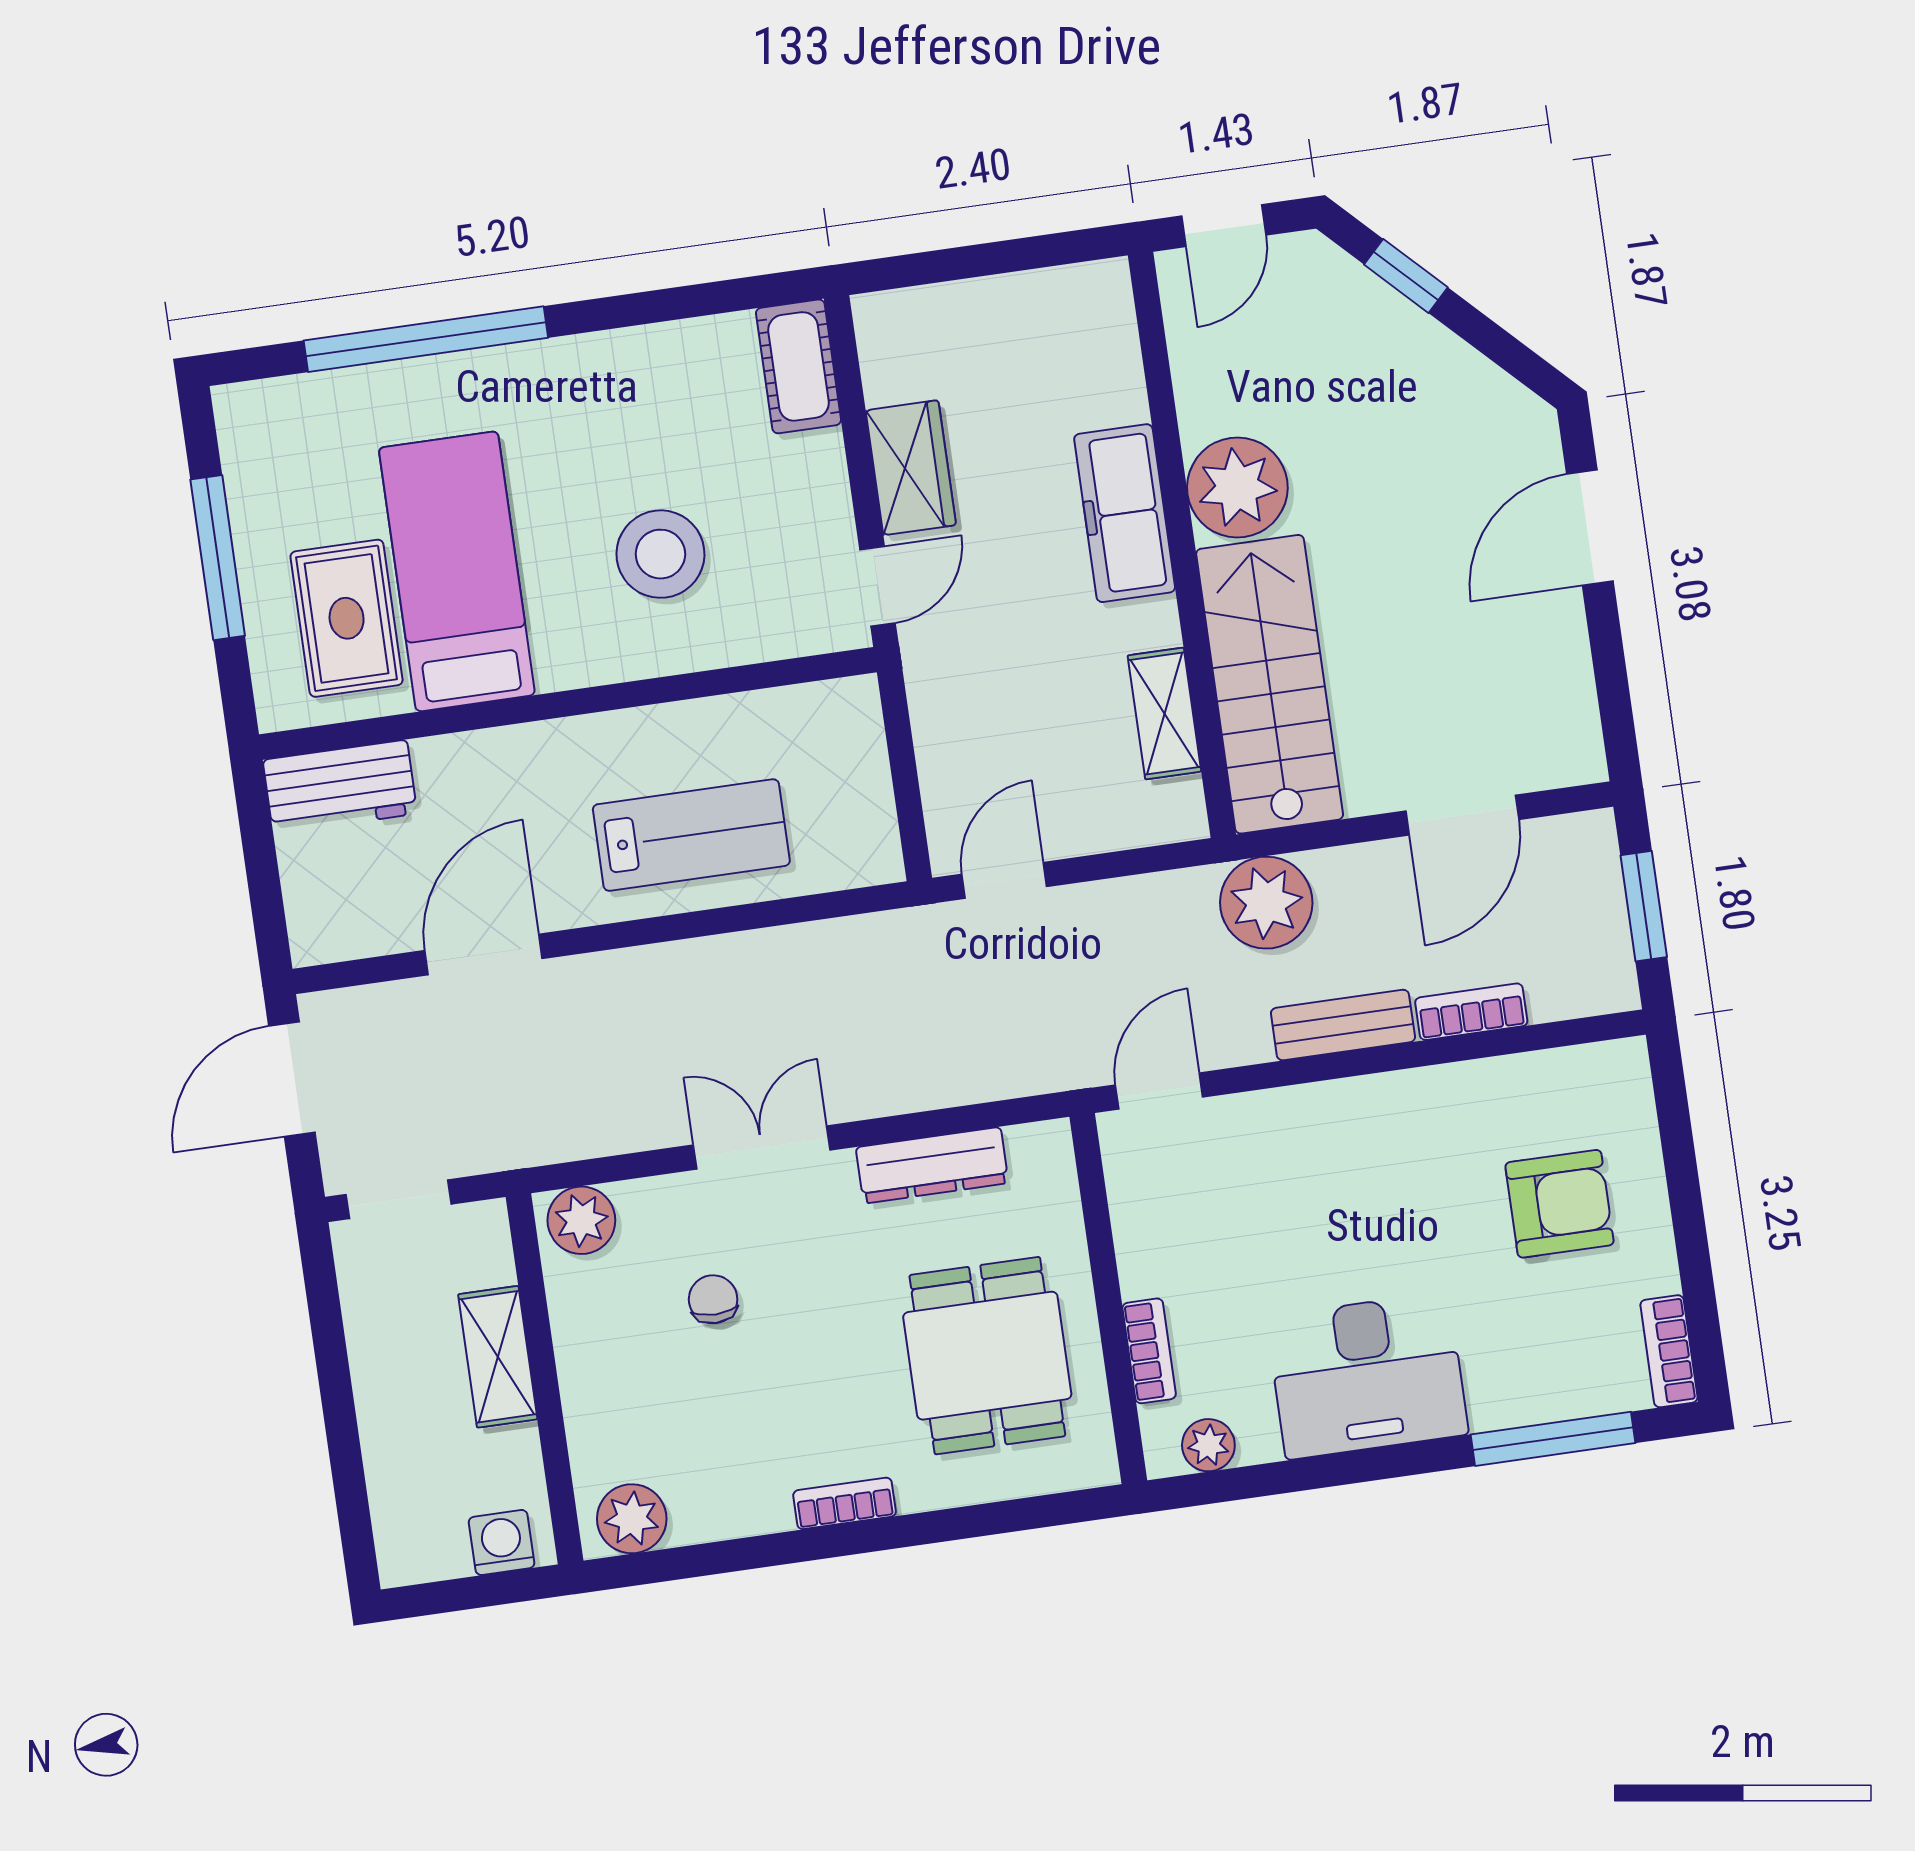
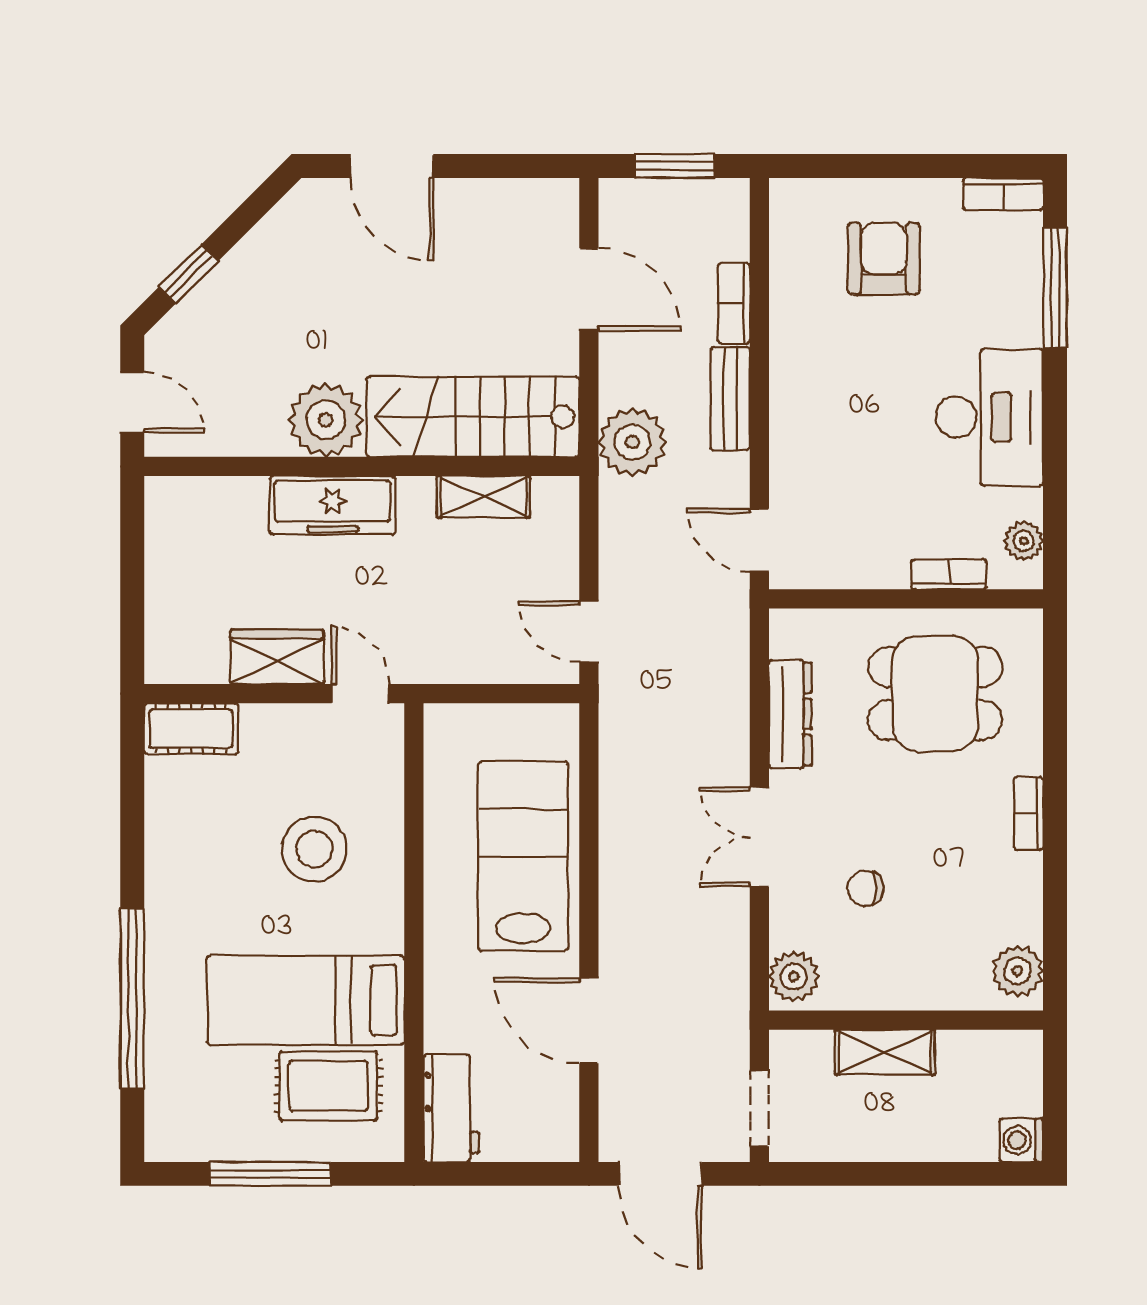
lab bench: (691, 835) -> (523, 856), width x1.36, depth x1.39
washing machine: (502, 1542) -> (1021, 1140), moved

